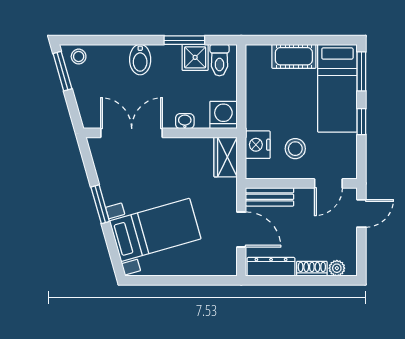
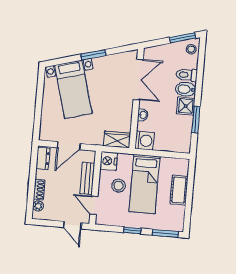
shower: (195, 57) -> (186, 106), moved
toilet: (219, 60) -> (187, 75), moved
bed: (337, 88) -> (144, 184), moved, turned -90
nightstand: (258, 145) -> (109, 161), moved, turned -90
bench: (270, 197) -> (87, 178), moved
dresser: (271, 267) -> (43, 158), width x0.70

